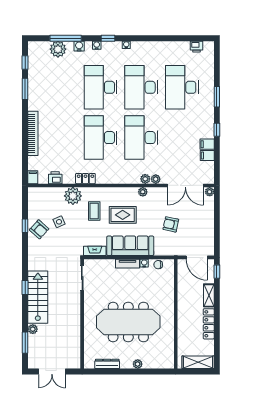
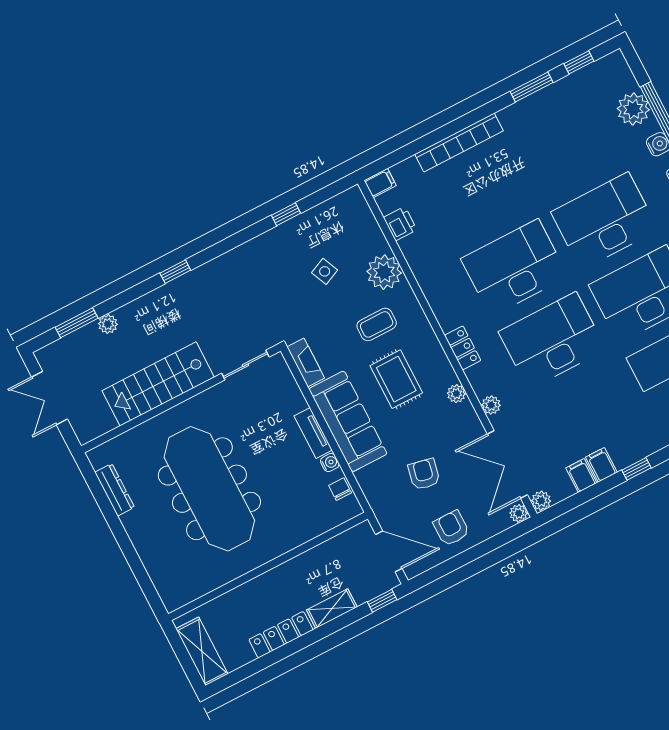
locker: (85, 179) -> (463, 348), moved
plant: (145, 179) -> (541, 501), moved
armchair: (39, 229) -> (451, 528), moved, turned 138
door: (197, 257) -> (389, 551), swing flipped
stairs: (38, 297) -> (158, 384), moved, turned 180
plant: (138, 364) -> (143, 545), removed

